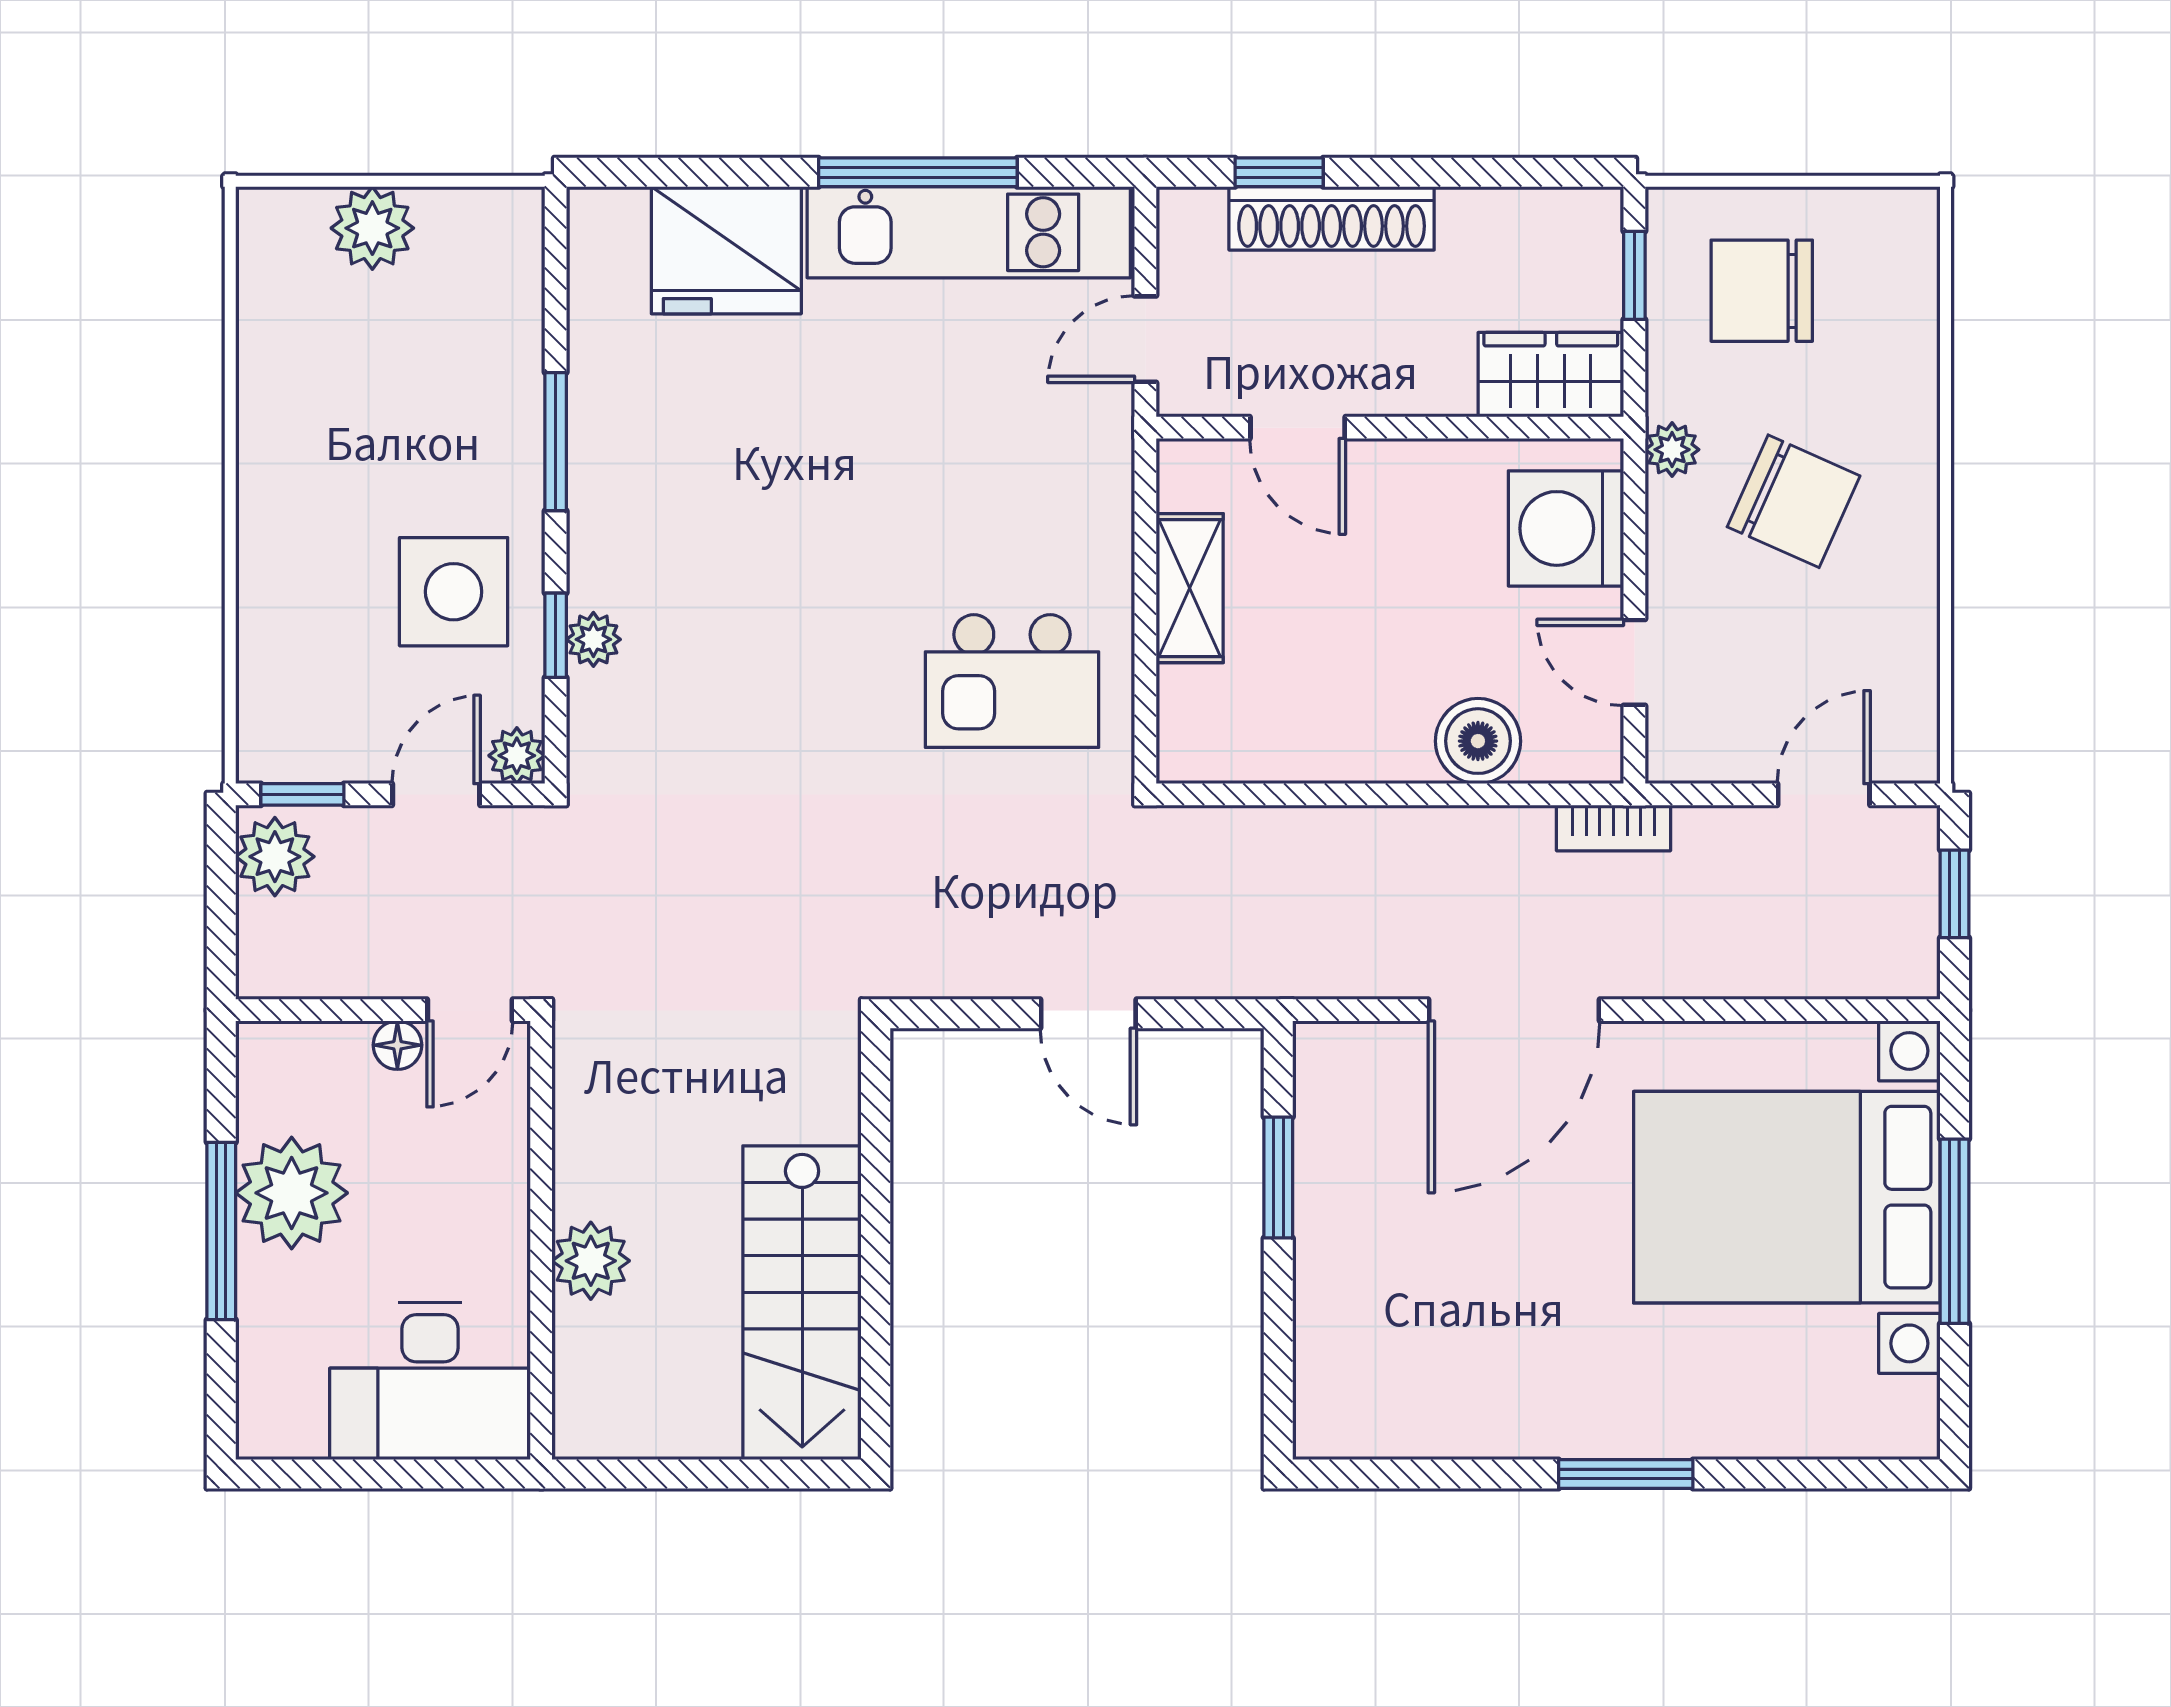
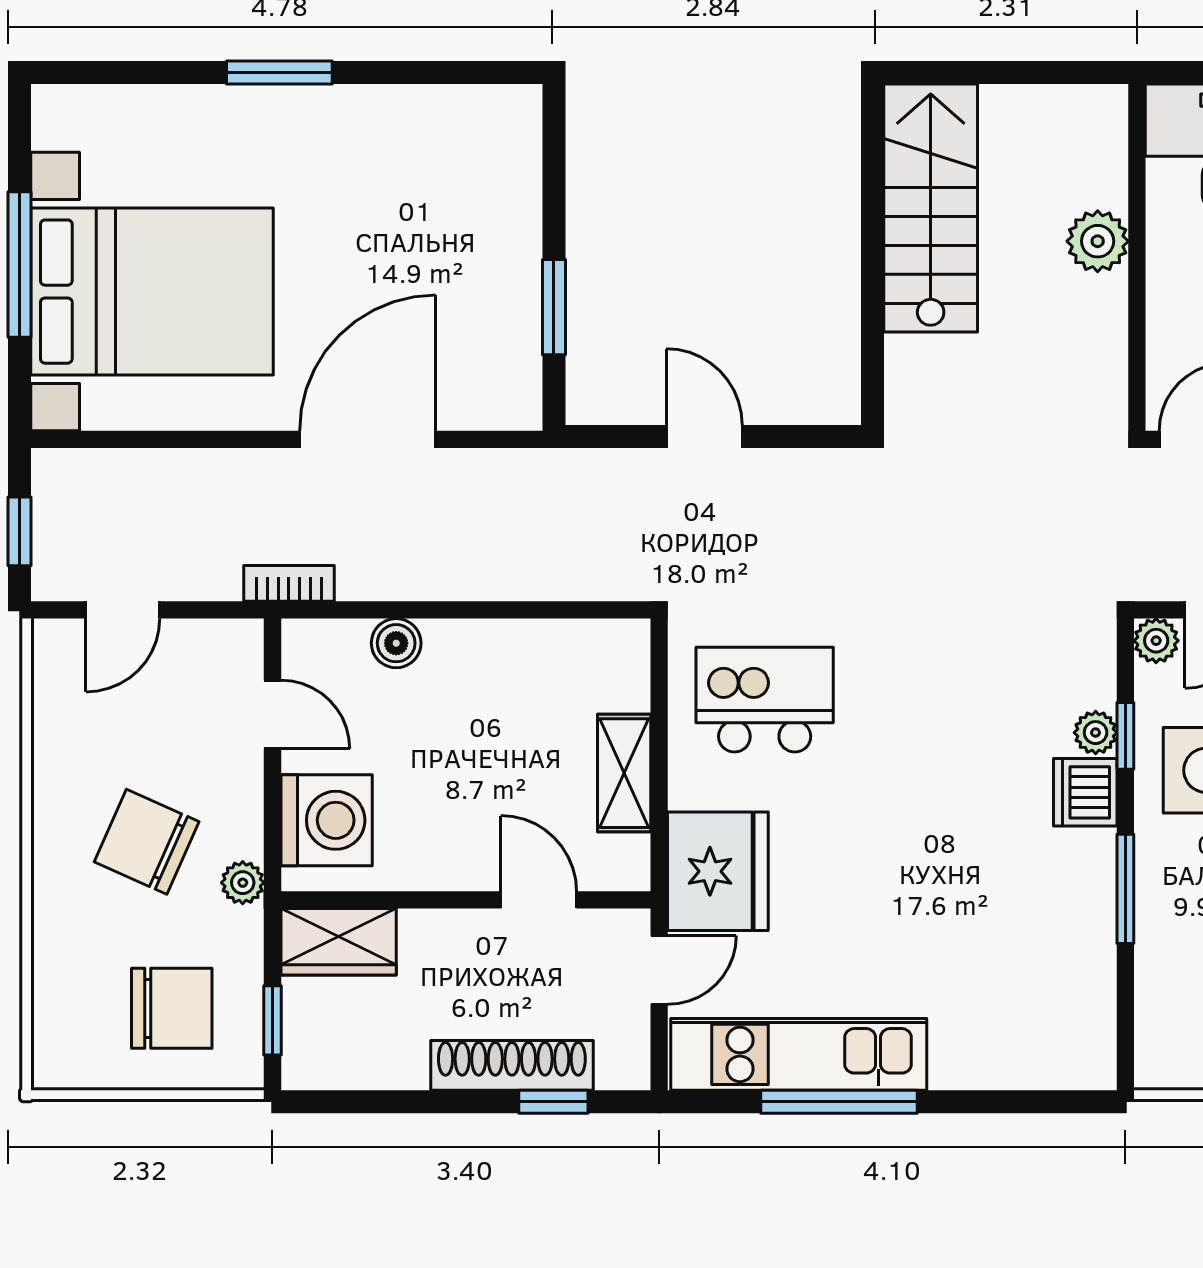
fridge: (726, 250) -> (718, 871), moved, turned 90
dishwasher: (606, 564) -> (1085, 792), added
boiler: (1478, 741) -> (396, 643), width x0.73, depth x0.73

